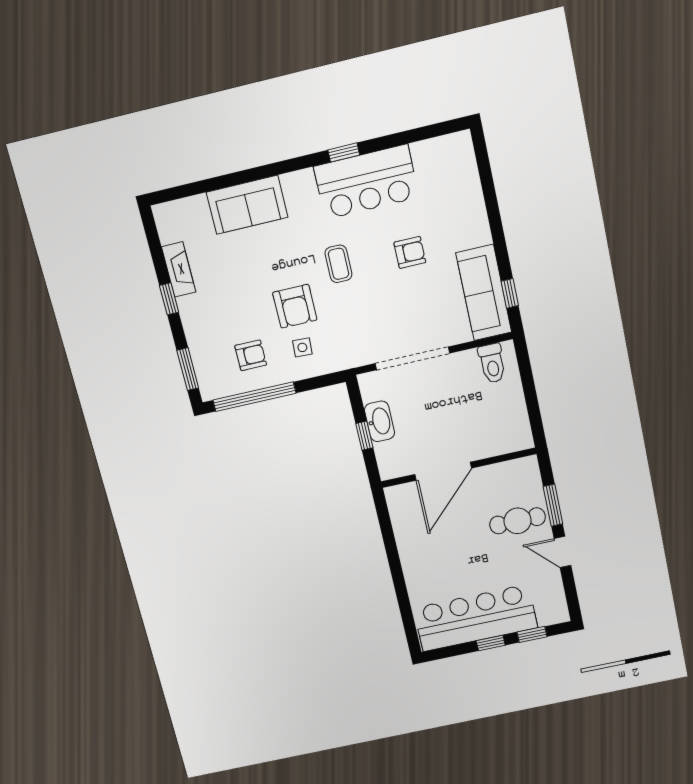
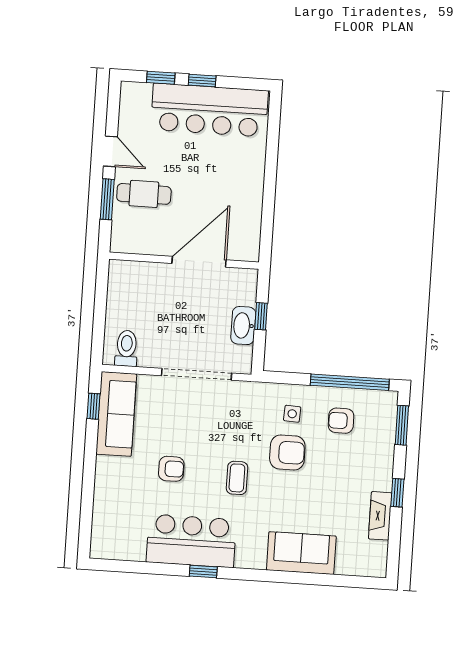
armchair: (410, 252) -> (171, 469), turned 180
armchair: (295, 306) -> (287, 452), turned 90

